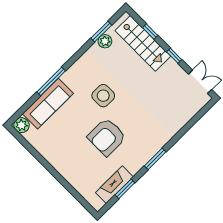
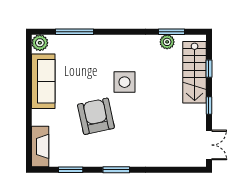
window: (51, 81) -> (75, 32), moved
sofa: (48, 104) -> (43, 81), moved, turned -90
armchair: (107, 137) -> (96, 116), turned 78
fireplace: (114, 185) -> (40, 146), moved, turned 90

